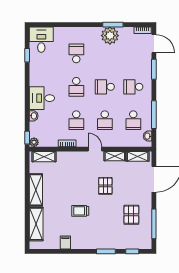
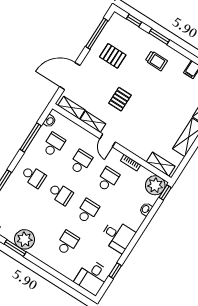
school desk: (76, 53) -> (67, 243), turned 180
desk: (42, 98) -> (118, 236), moved
plant: (34, 142) -> (155, 185), width x1.88, depth x1.88
trolley: (80, 211) -> (156, 61), moved
pallet: (131, 215) -> (113, 56), turned 90

